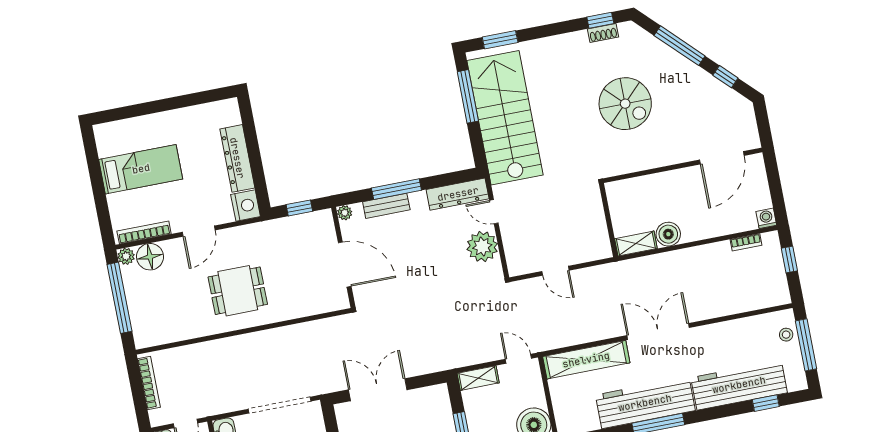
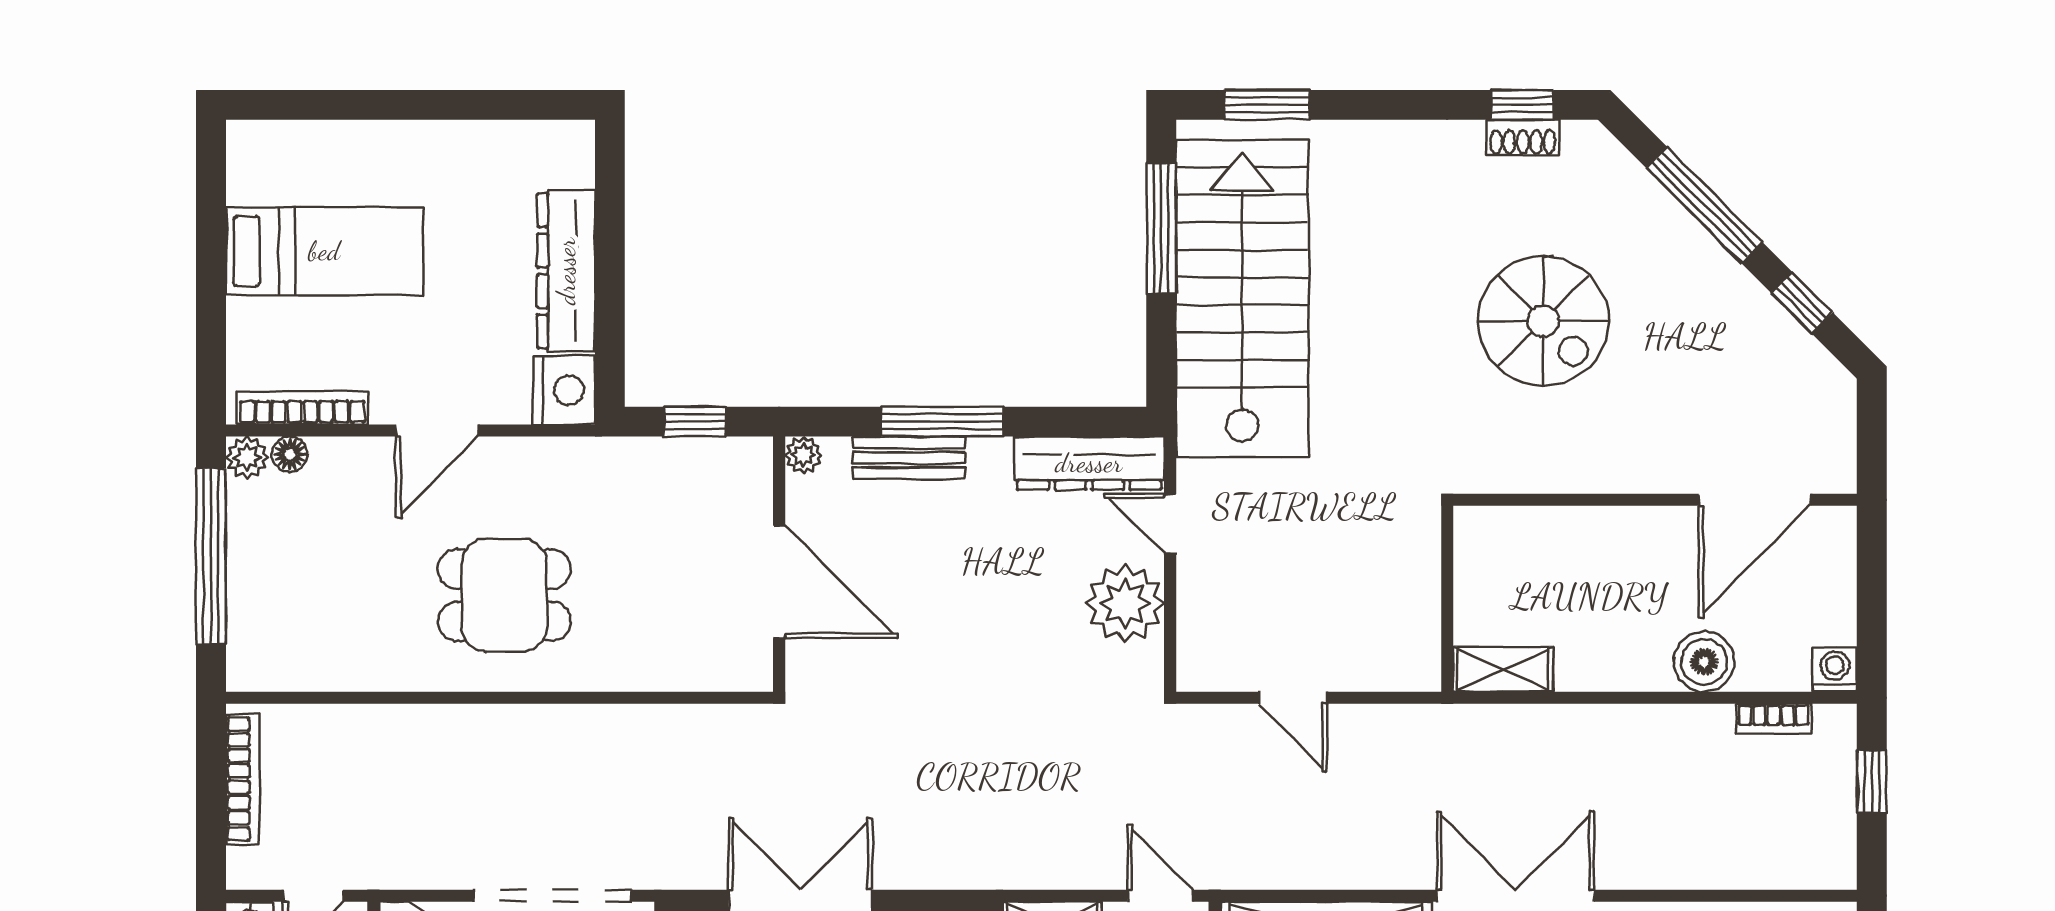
boiler: (668, 234) -> (1704, 662), moved
floor lamp: (150, 257) -> (290, 454), width x0.53, depth x0.53

